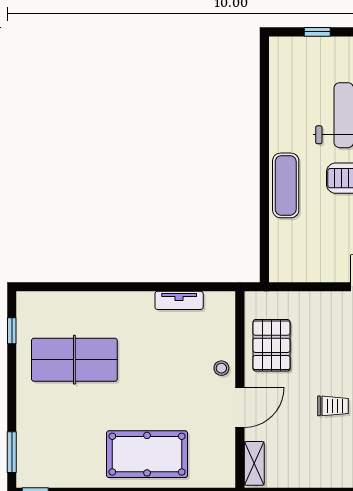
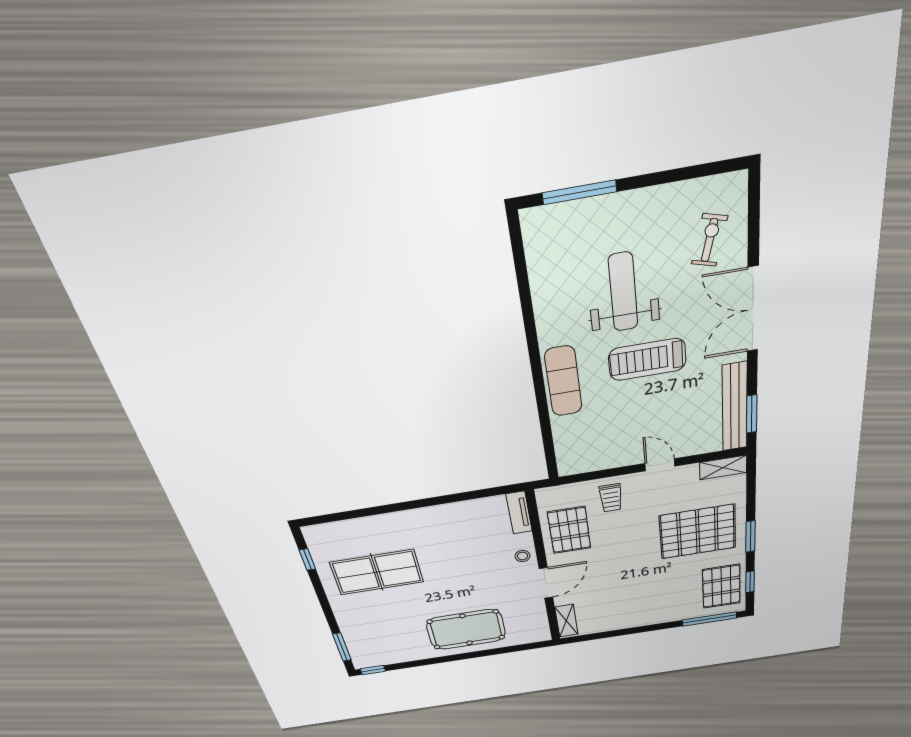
window: (317, 32) -> (579, 192), width x2.17
tv unit: (179, 300) -> (519, 513), moved, turned 90
trolley: (333, 406) -> (611, 498), moved, turned 90

